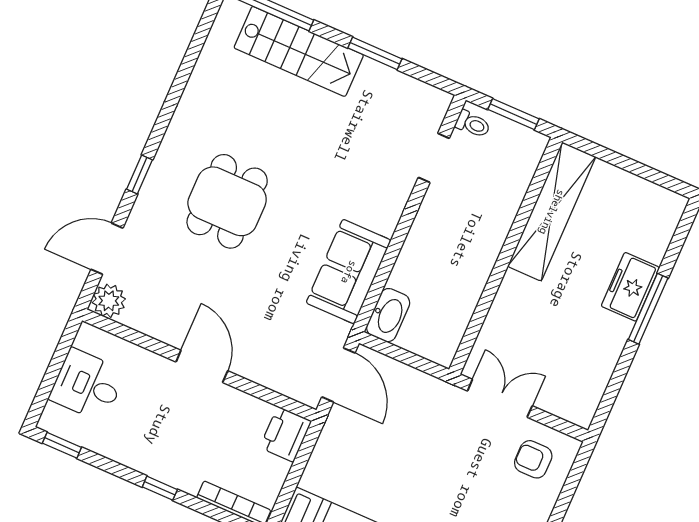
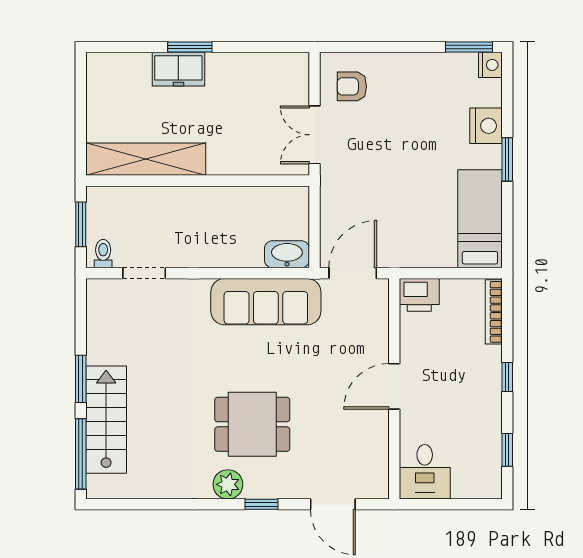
window: (375, 53) -> (81, 379), moved
sofa: (349, 272) -> (266, 302), width x1.36
plant: (109, 301) -> (228, 484), moved
window: (648, 309) -> (190, 47), width x0.69
desk: (87, 385) -> (425, 472), moved
window: (62, 445) -> (507, 450), moved
armchair: (533, 459) -> (352, 86), turned 90

